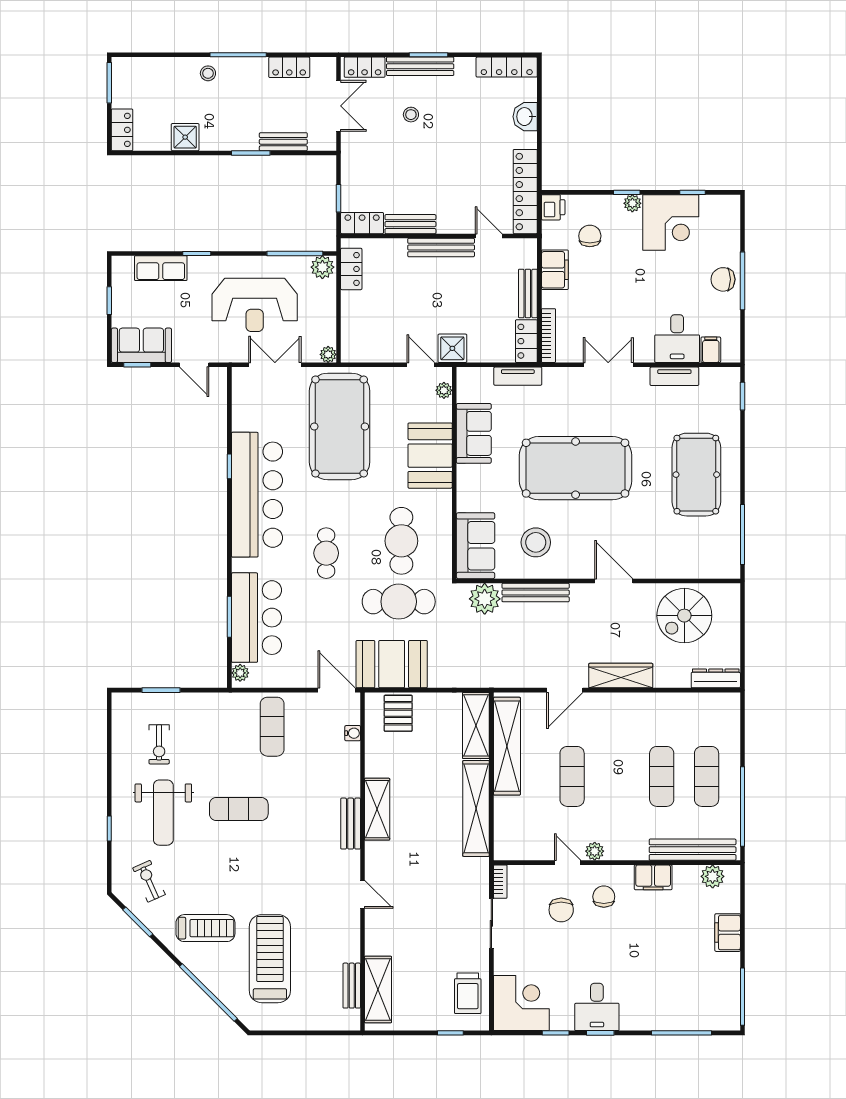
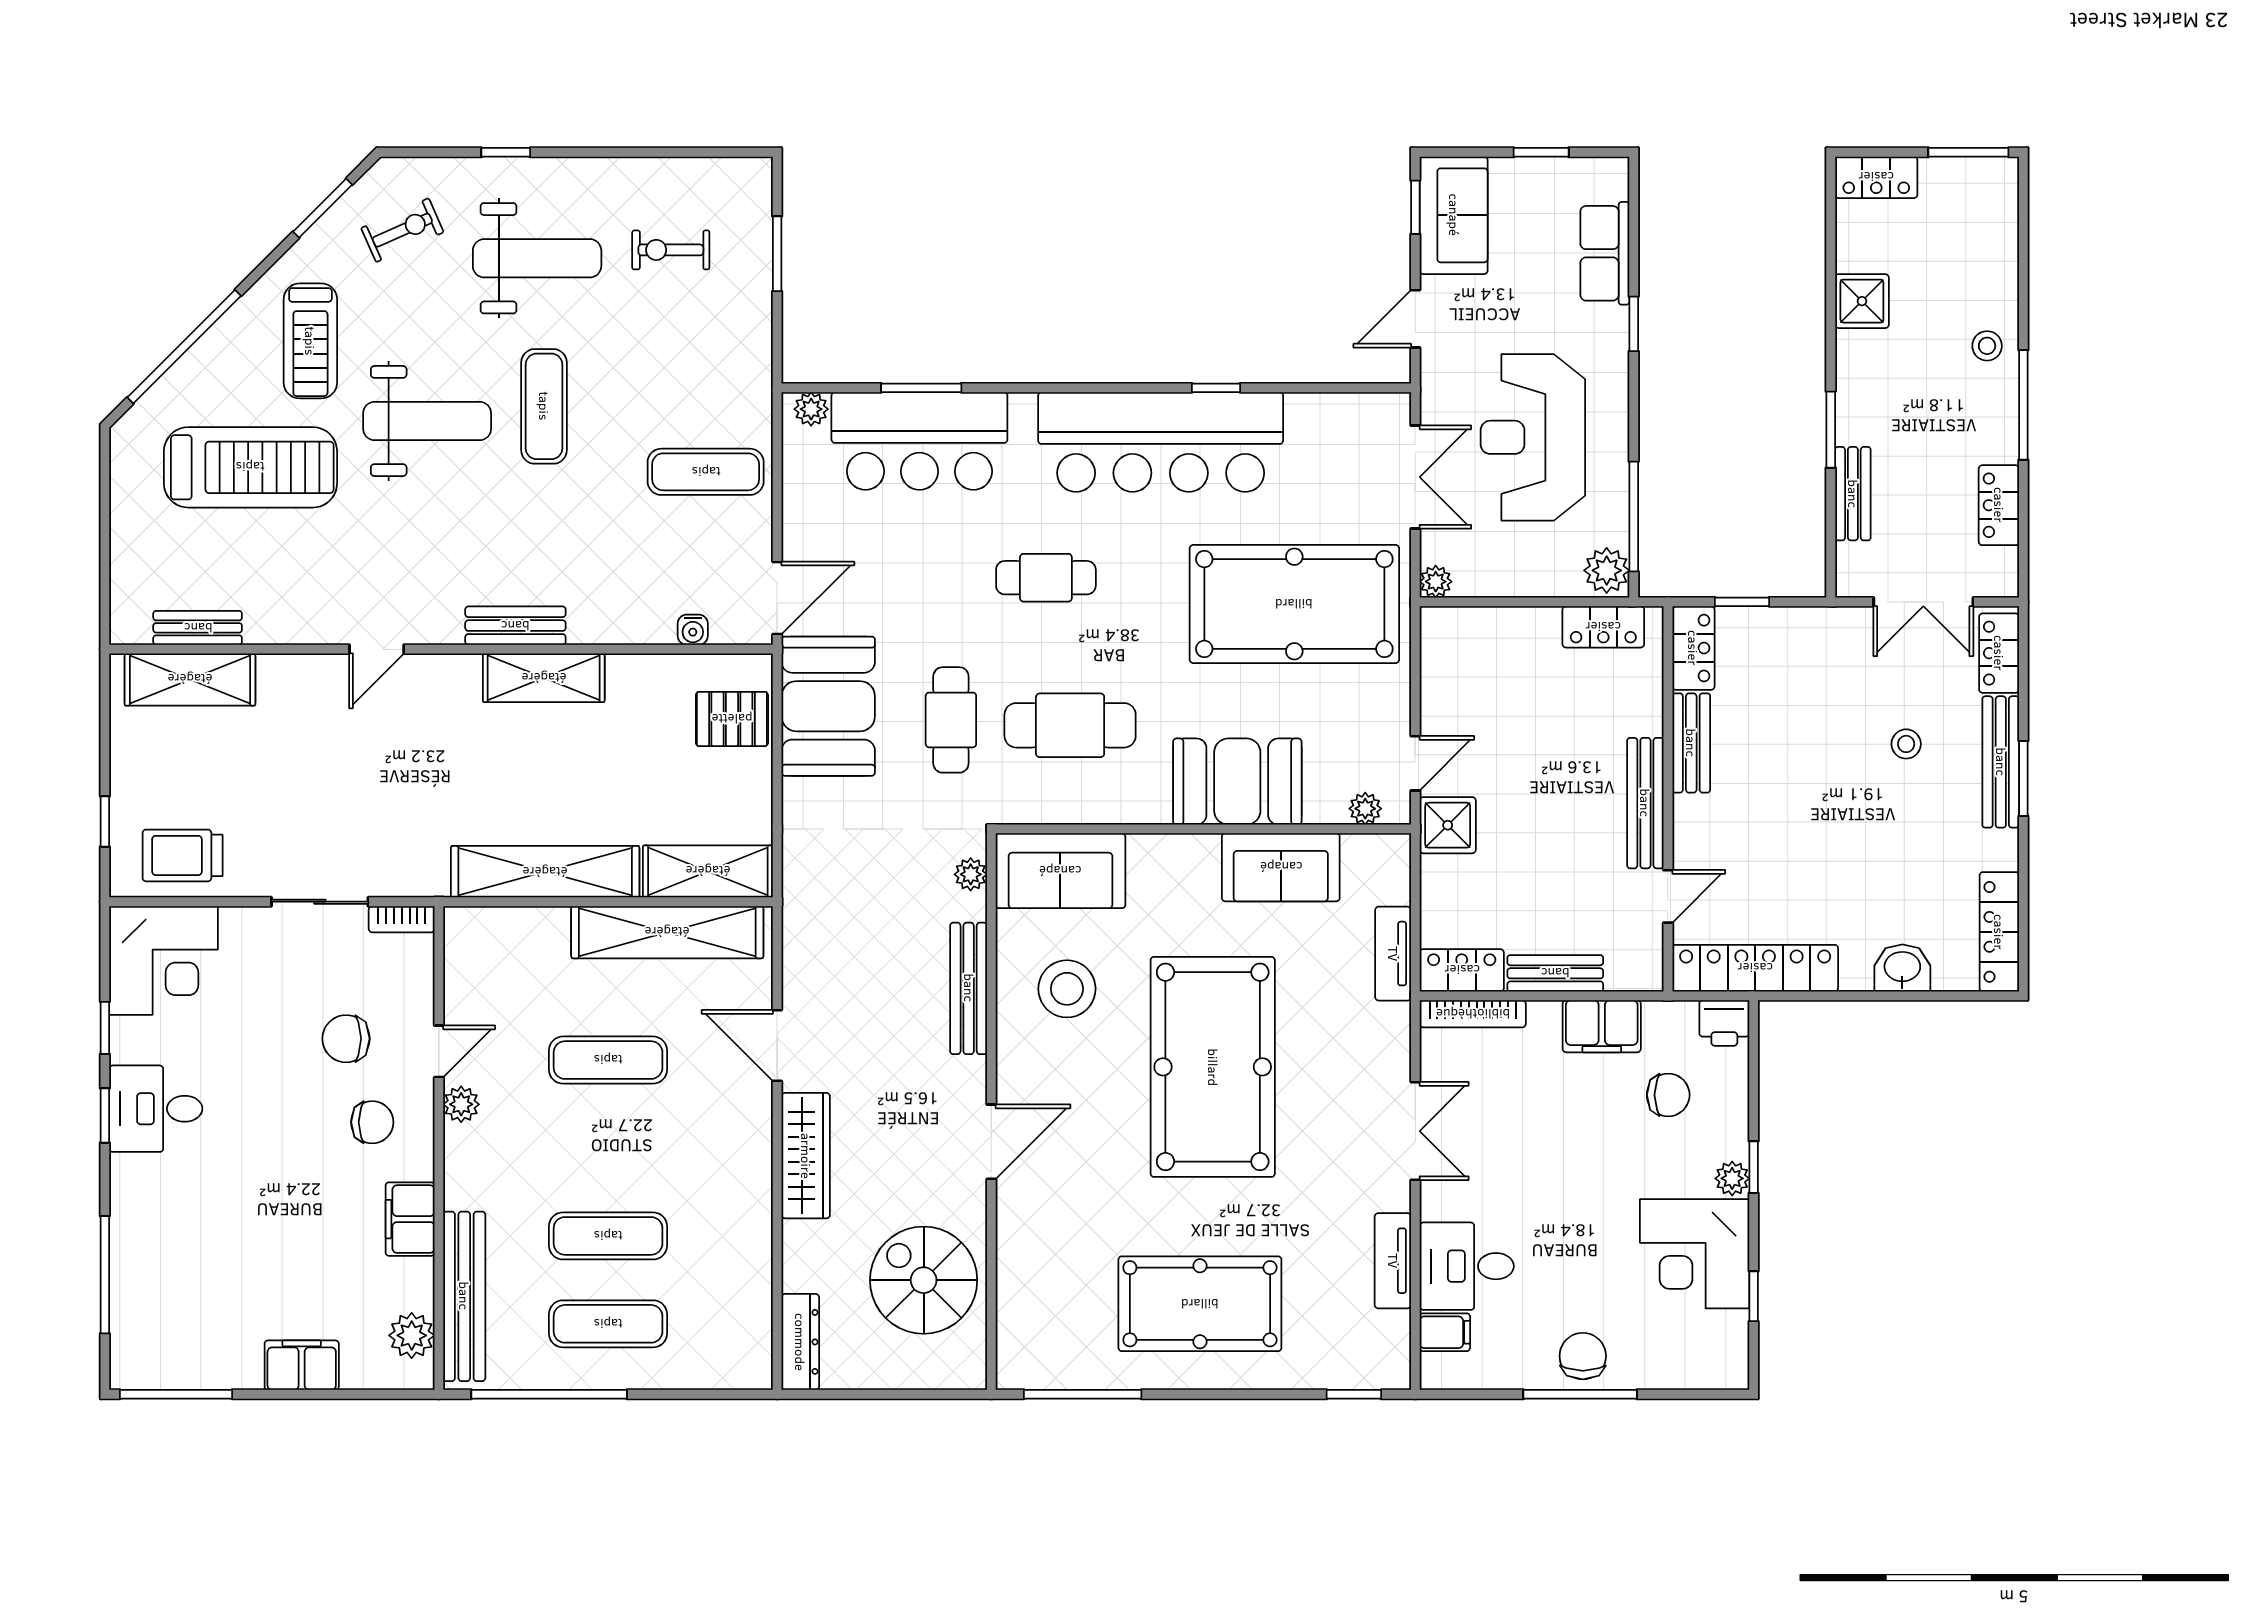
plant: (485, 599) -> (971, 874), width x0.53, depth x0.53
cafe table: (399, 602) -> (951, 720), width x0.73, depth x0.74
weight bench: (163, 813) -> (537, 258), turned 180
weight bench: (246, 869) -> (427, 421), added

